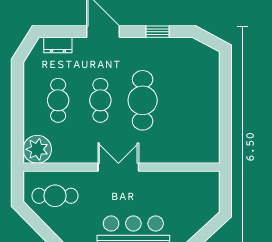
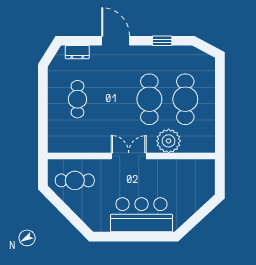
cafe table: (100, 100) -> (185, 99), moved, width x1.37, depth x1.35
plant: (37, 149) -> (169, 141), moved

